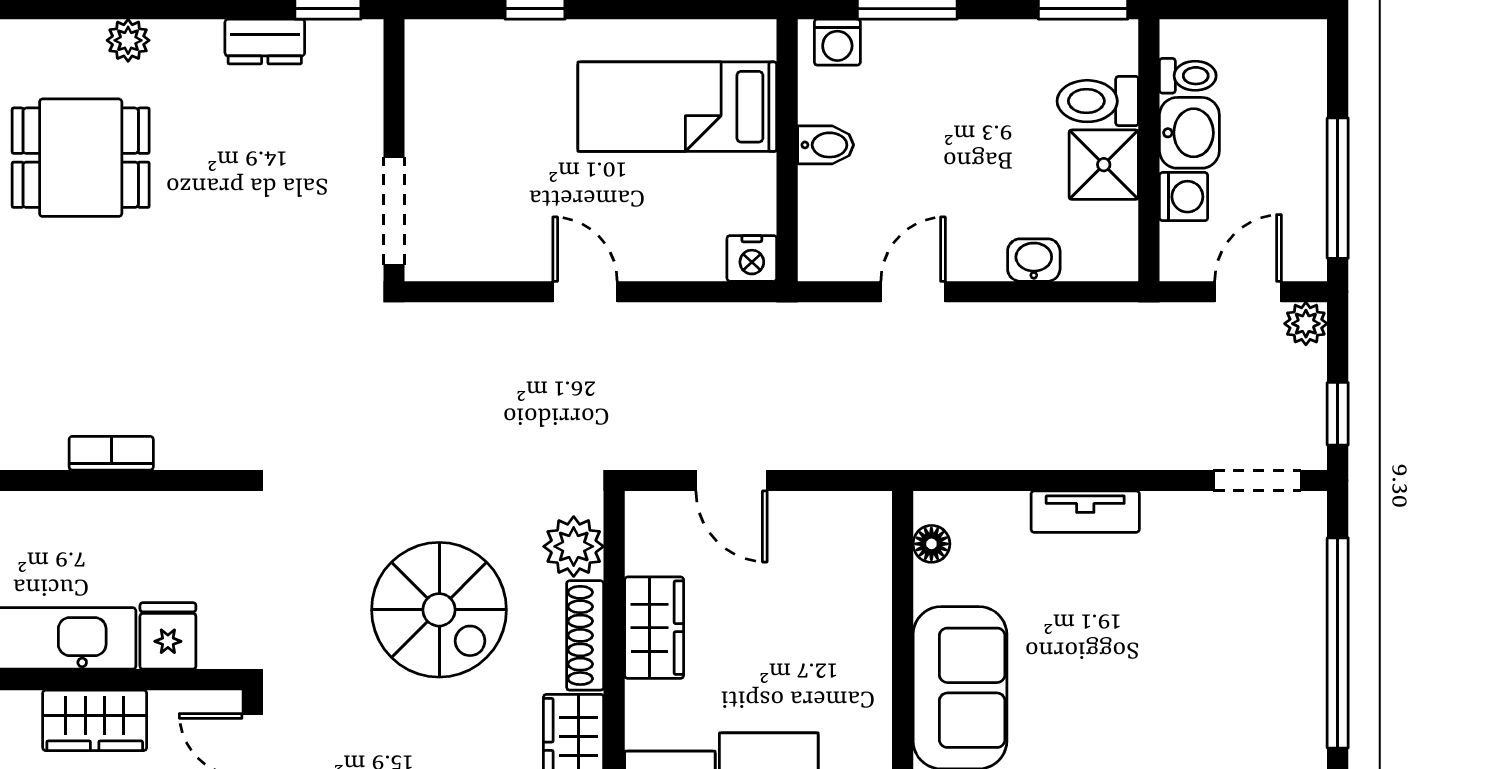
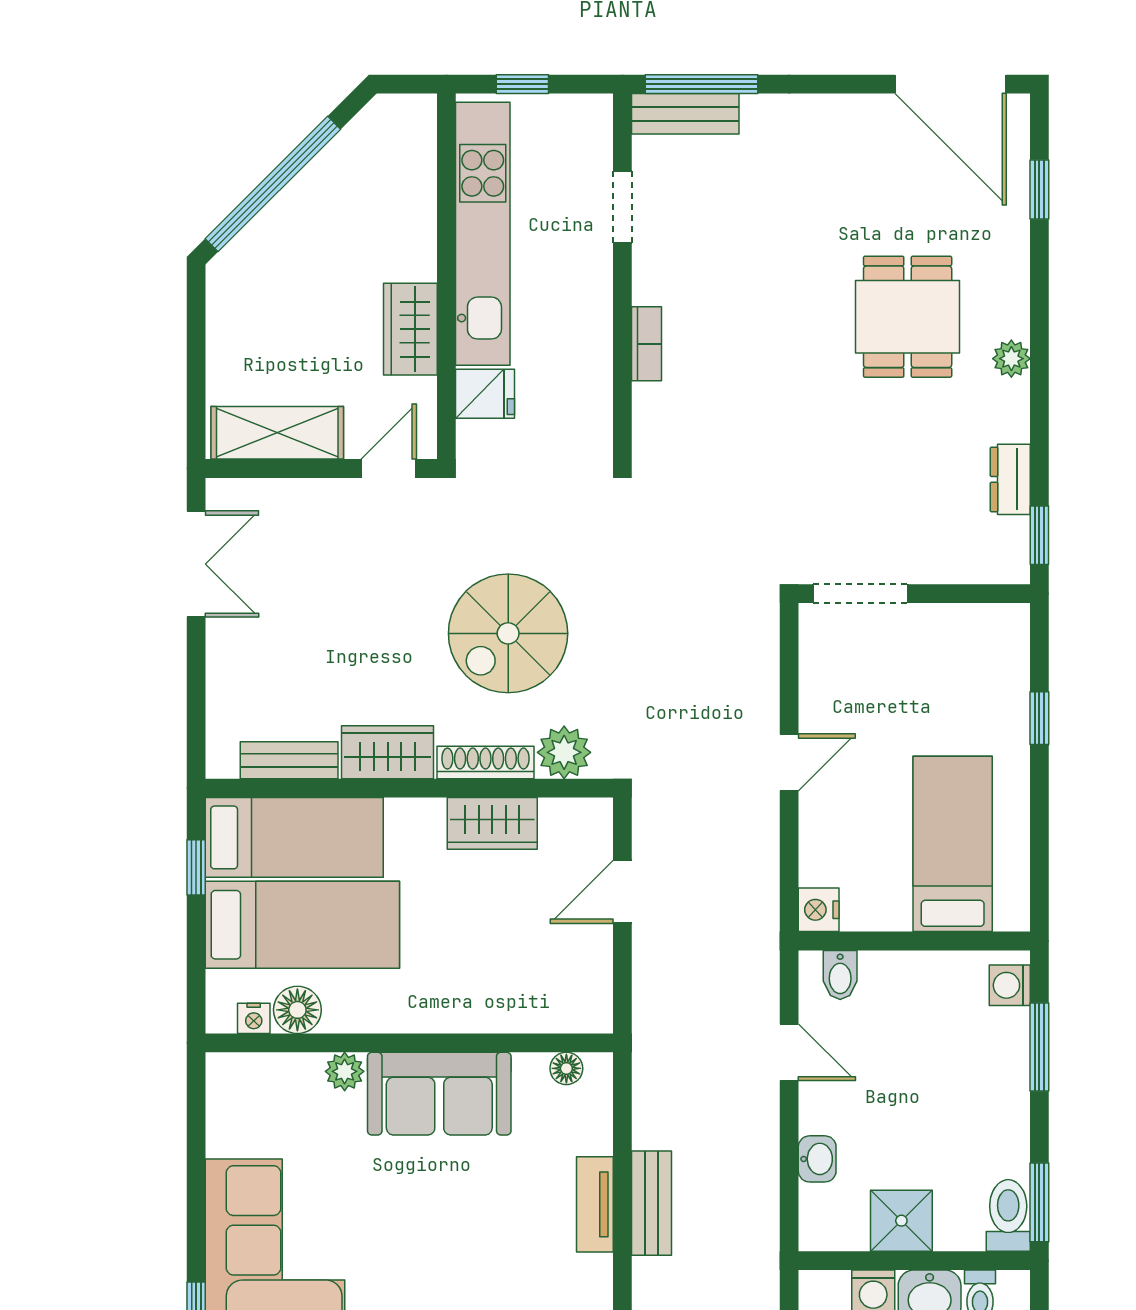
toilet: (1098, 101) -> (1008, 1215), moved
bidet: (826, 145) -> (840, 975), moved
bench: (1084, 447) -> (652, 1203), added

